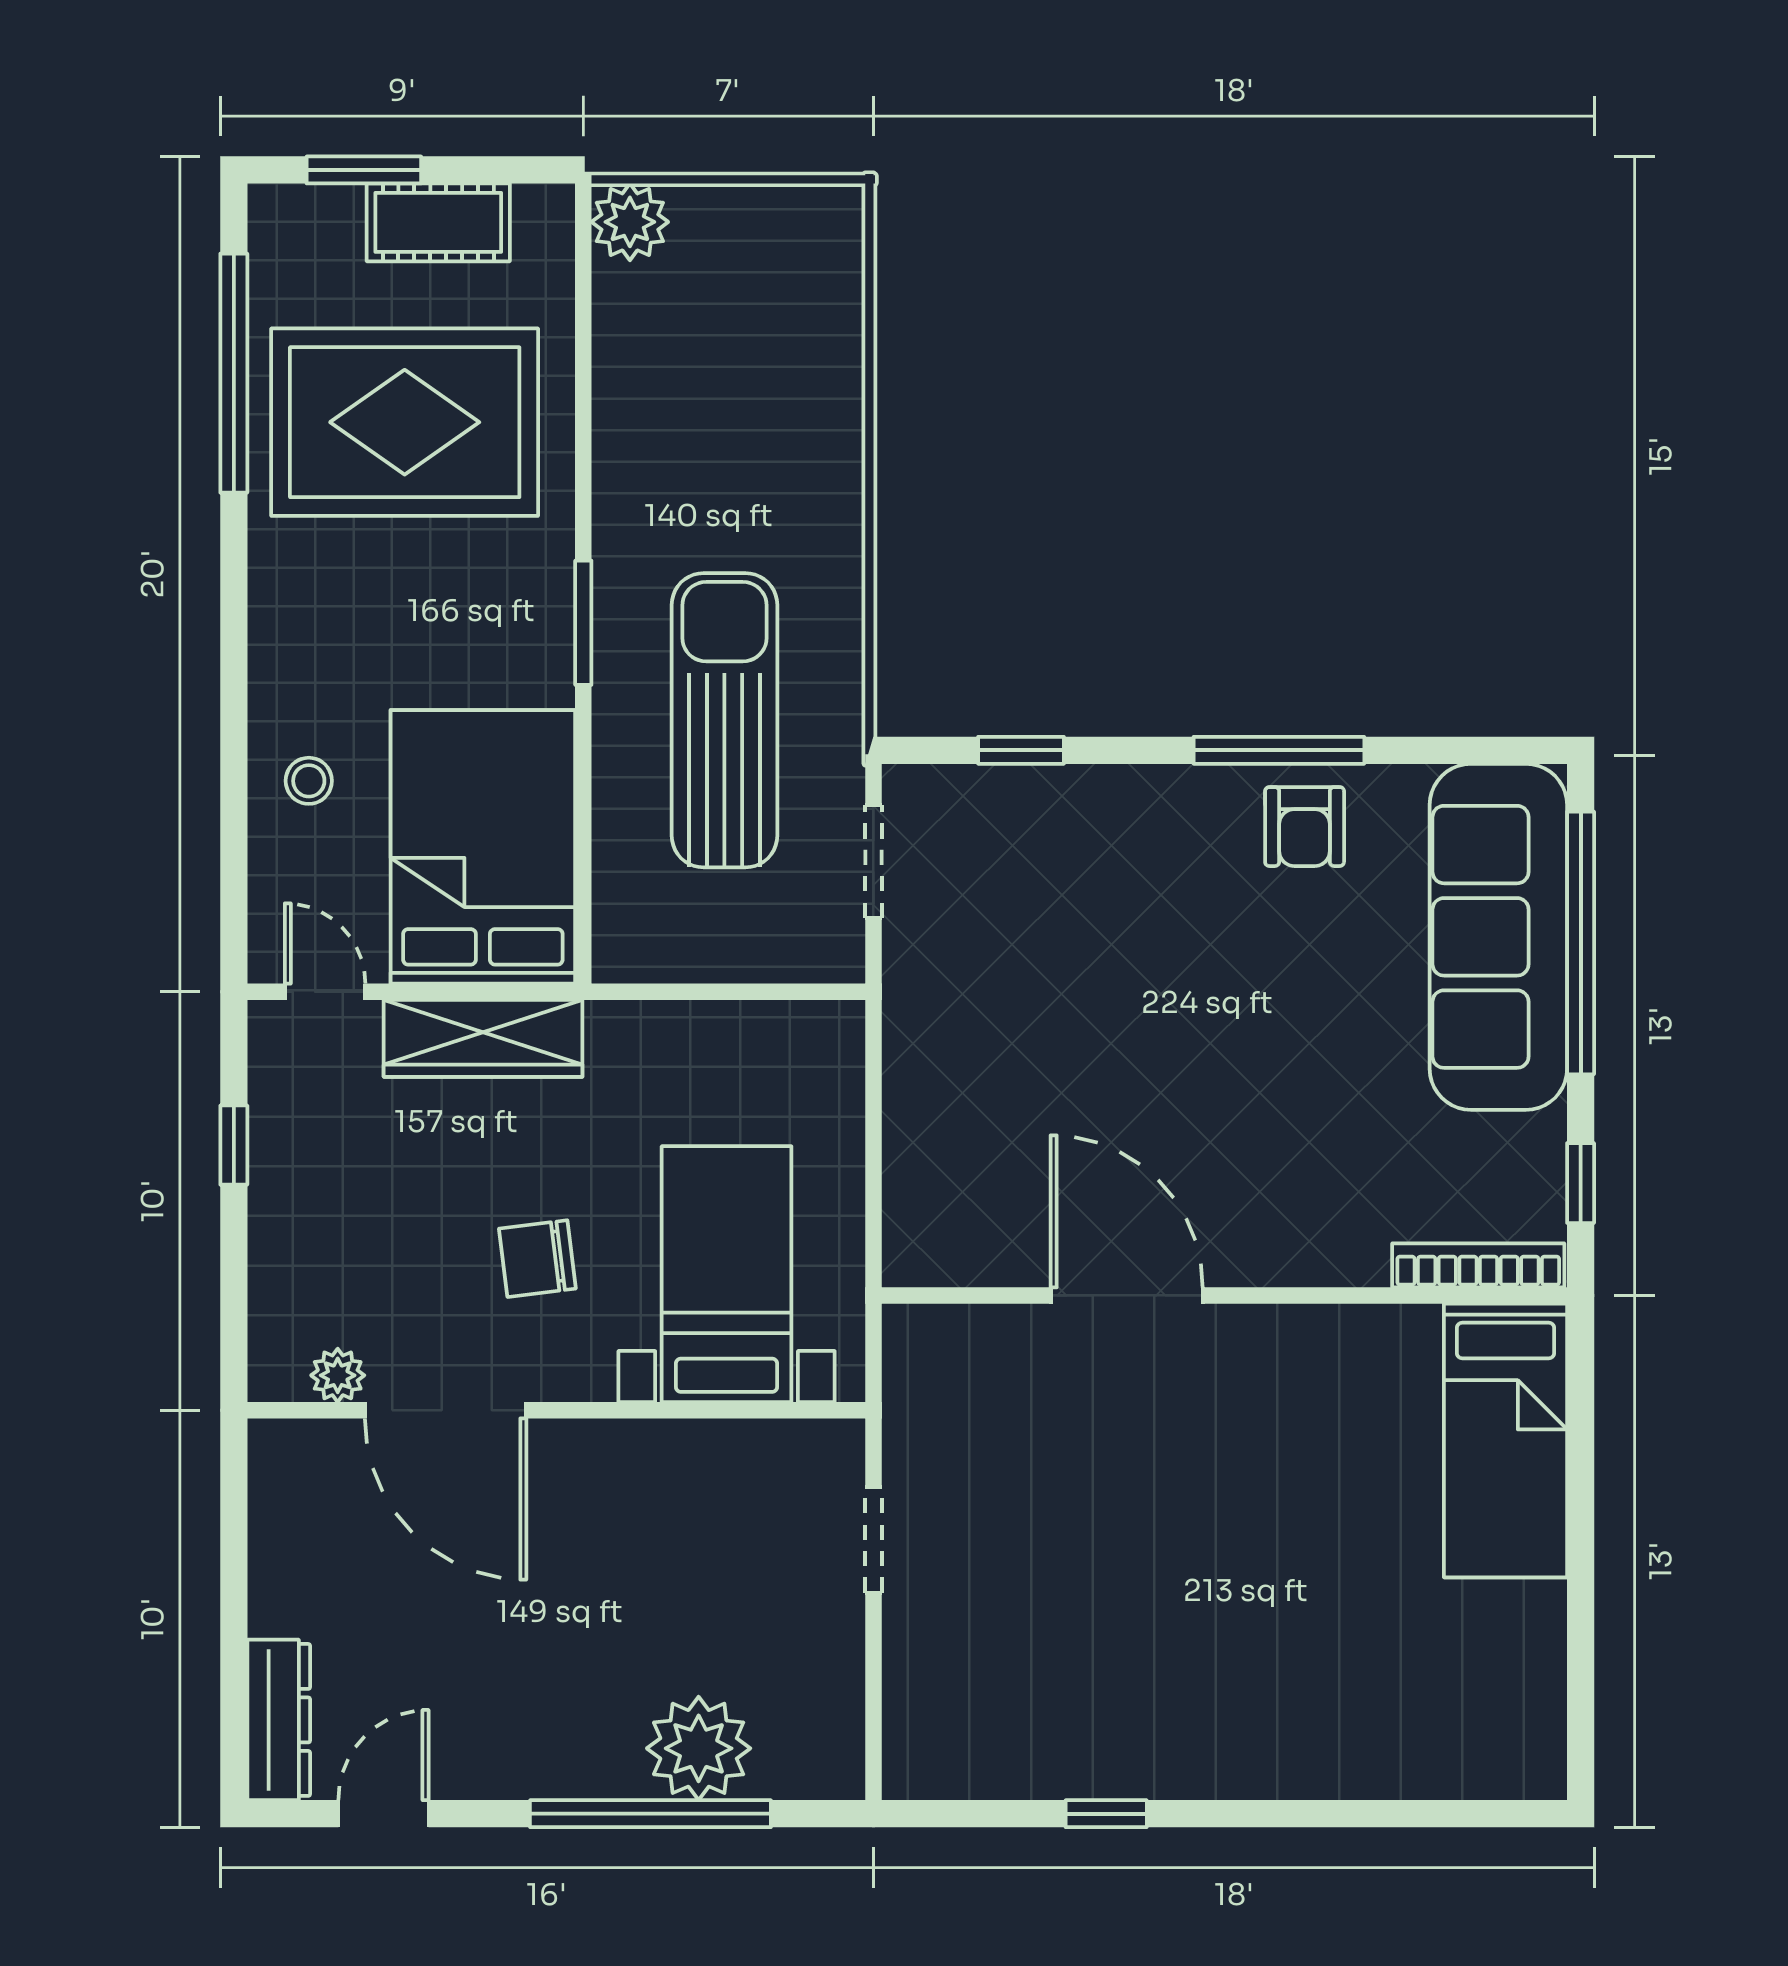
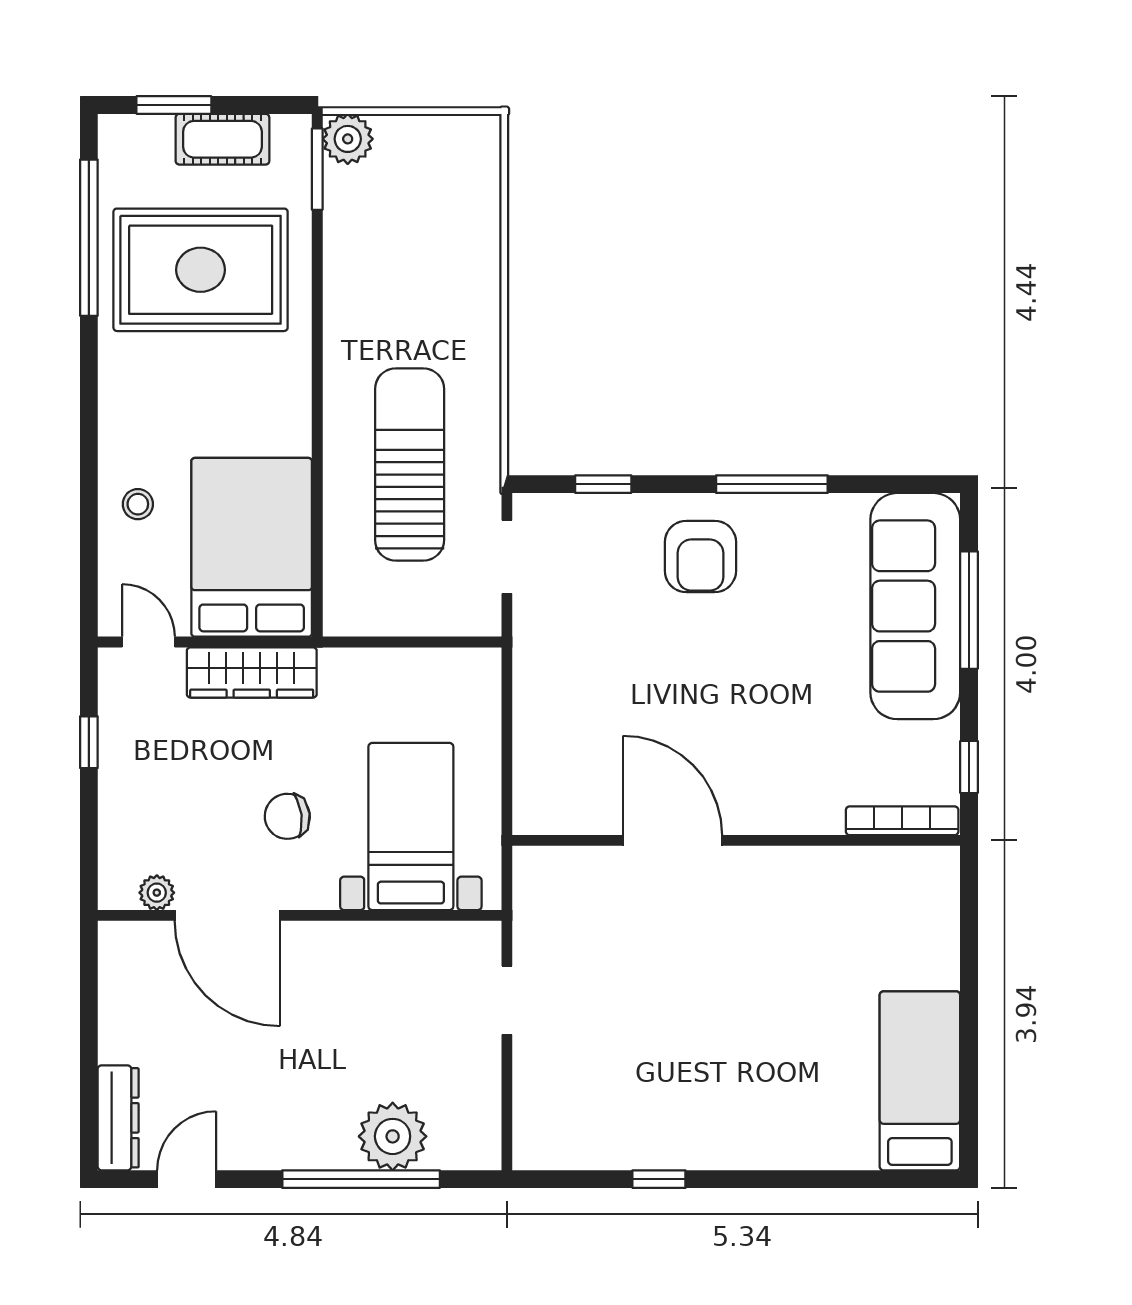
window: (583, 623) -> (317, 169), moved
armchair: (1305, 827) -> (700, 556), moved, width x1.38, depth x1.38
window: (1581, 943) -> (969, 610), width x0.68
bed: (1506, 1440) -> (920, 1081), moved, turned 180

